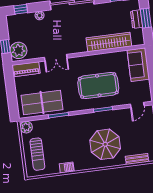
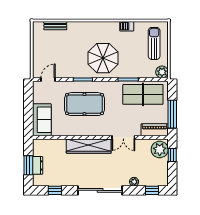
wardrobe: (109, 42) -> (89, 146), moved
double door: (56, 58) -> (123, 137), swing flipped
window: (11, 87) -> (172, 114), added
parasol: (105, 144) -> (103, 58), moved

